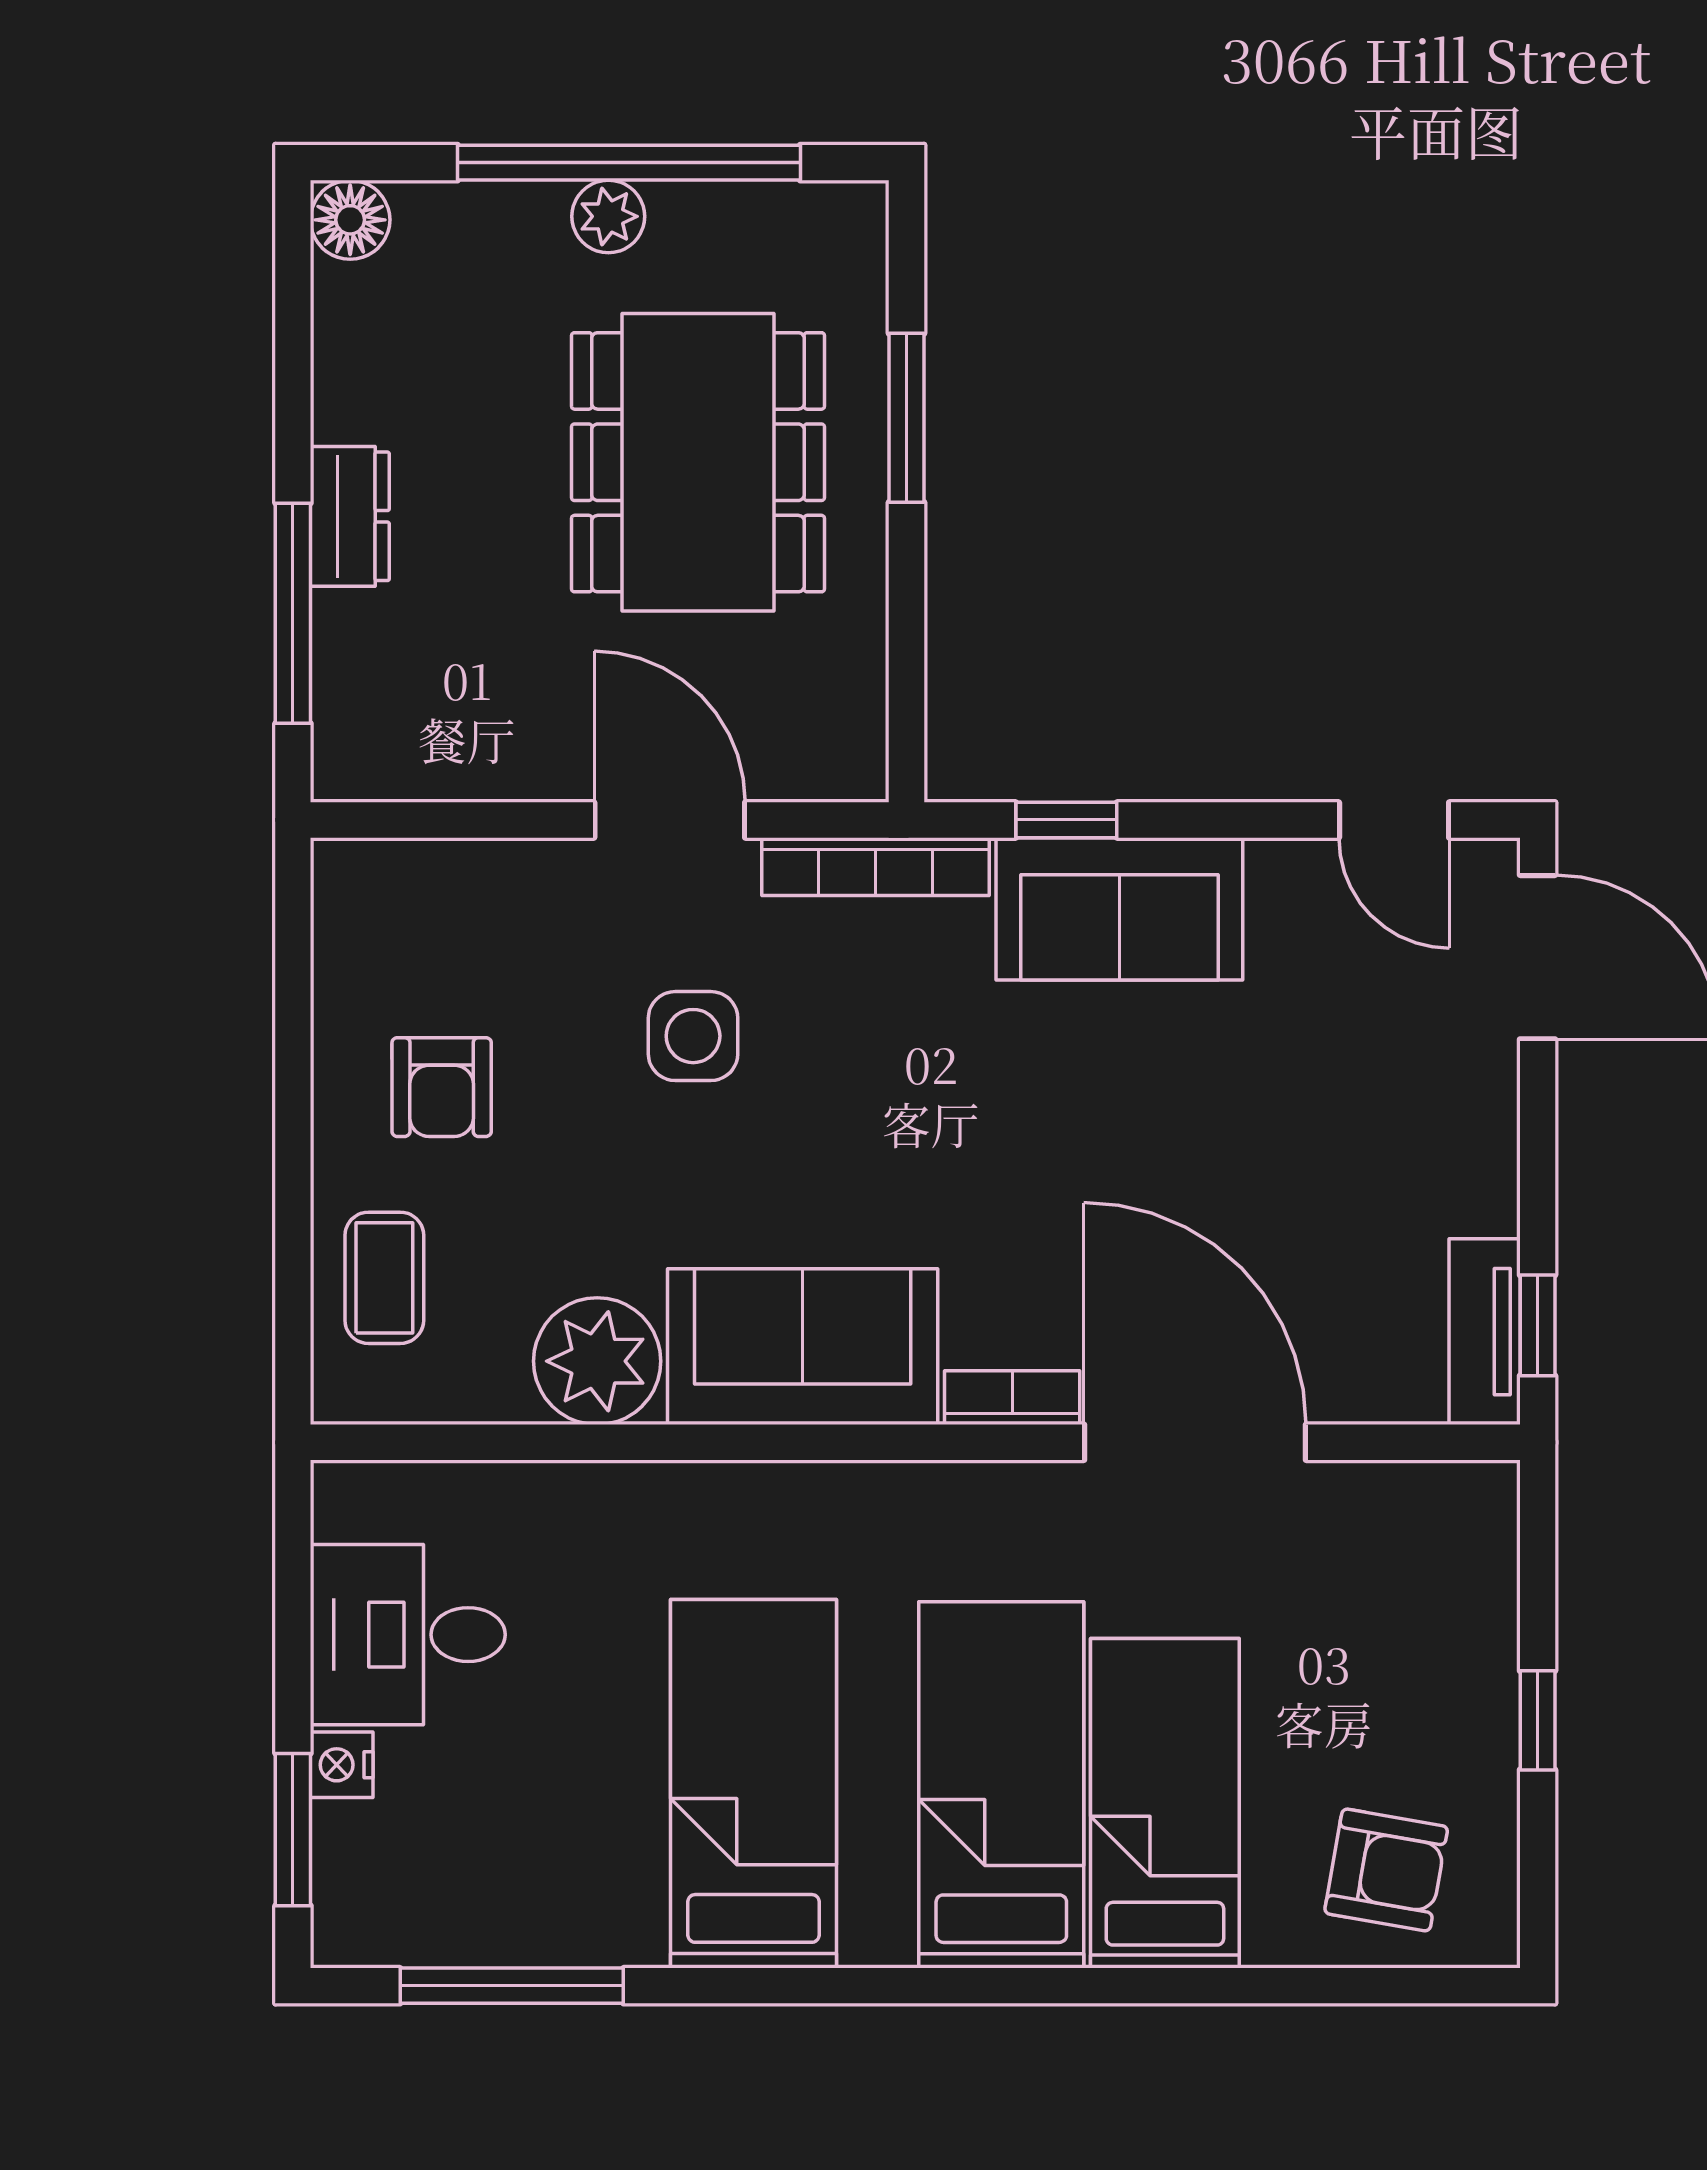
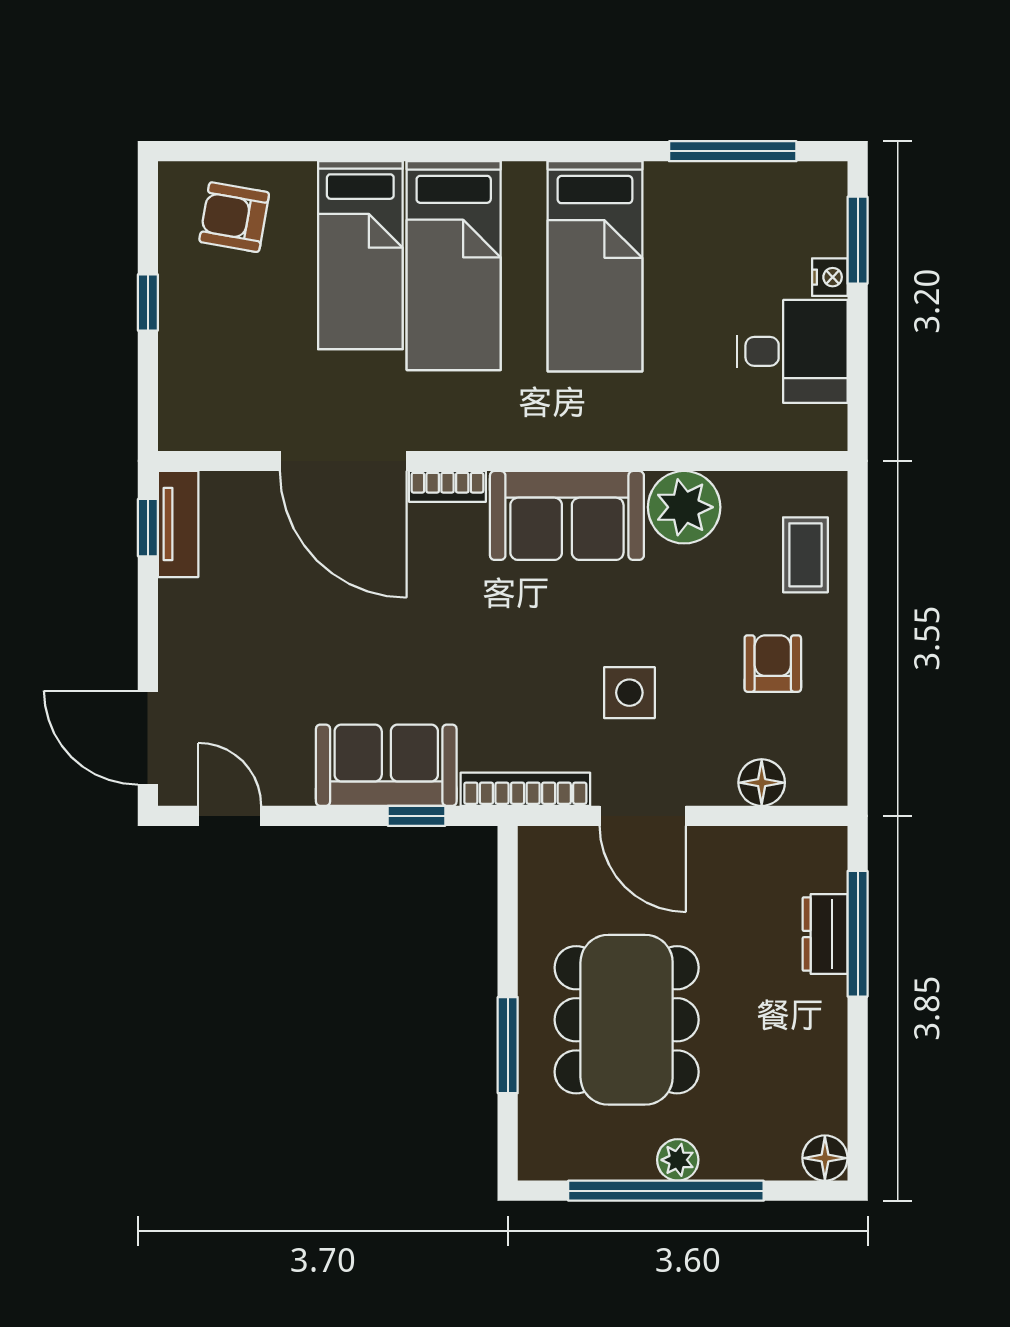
dresser: (350, 516) -> (825, 934), moved
floor lamp: (461, 878) -> (762, 783), added

